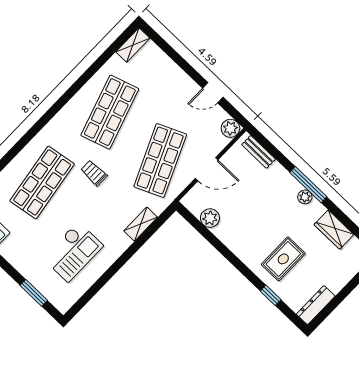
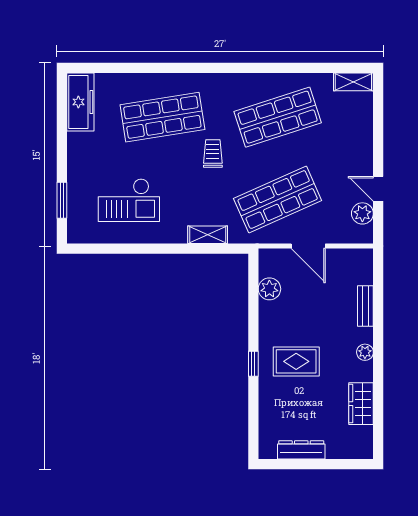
plant: (230, 128) -> (362, 213), moved
bench: (259, 152) -> (365, 306), moved
window: (308, 185) -> (378, 345), removed
rug: (283, 259) -> (296, 361), moved
window: (271, 295) -> (253, 364), moved
dresser: (316, 305) -> (301, 450), moved

